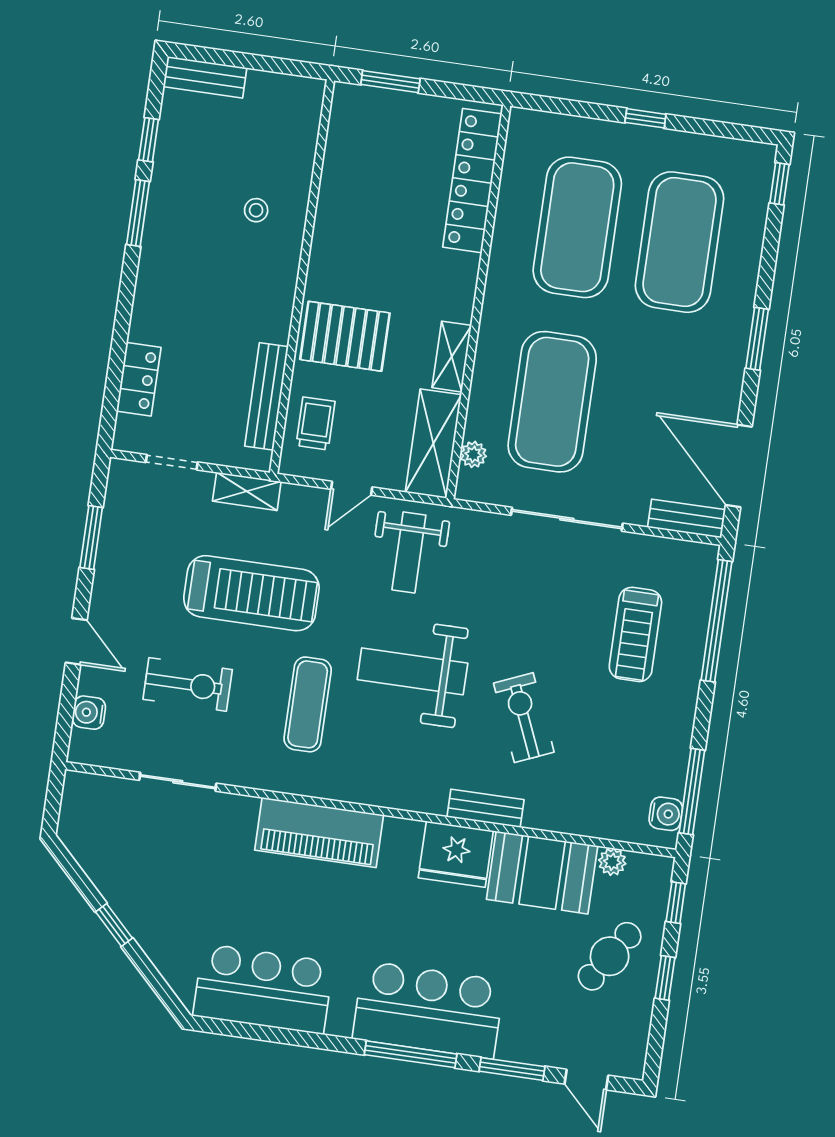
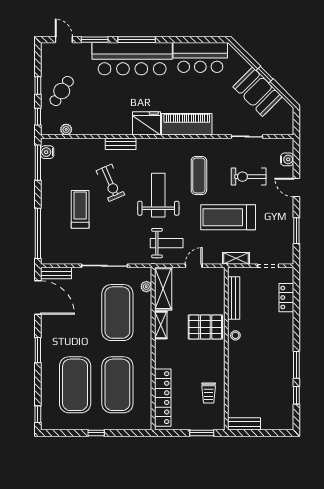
bench: (205, 77) -> (244, 424), moved
stool: (256, 210) -> (235, 335), moved
trolley: (316, 423) -> (209, 393), moved
weight bench: (409, 552) -> (167, 243), turned 90
treadmill: (635, 634) -> (80, 209), moved
weight bench: (412, 671) -> (158, 195), turned -90
fridge: (456, 854) -> (147, 123), moved
booth: (542, 873) -> (258, 92), moved, turned 45
bar counter: (428, 1010) -> (132, 59), width x1.36

